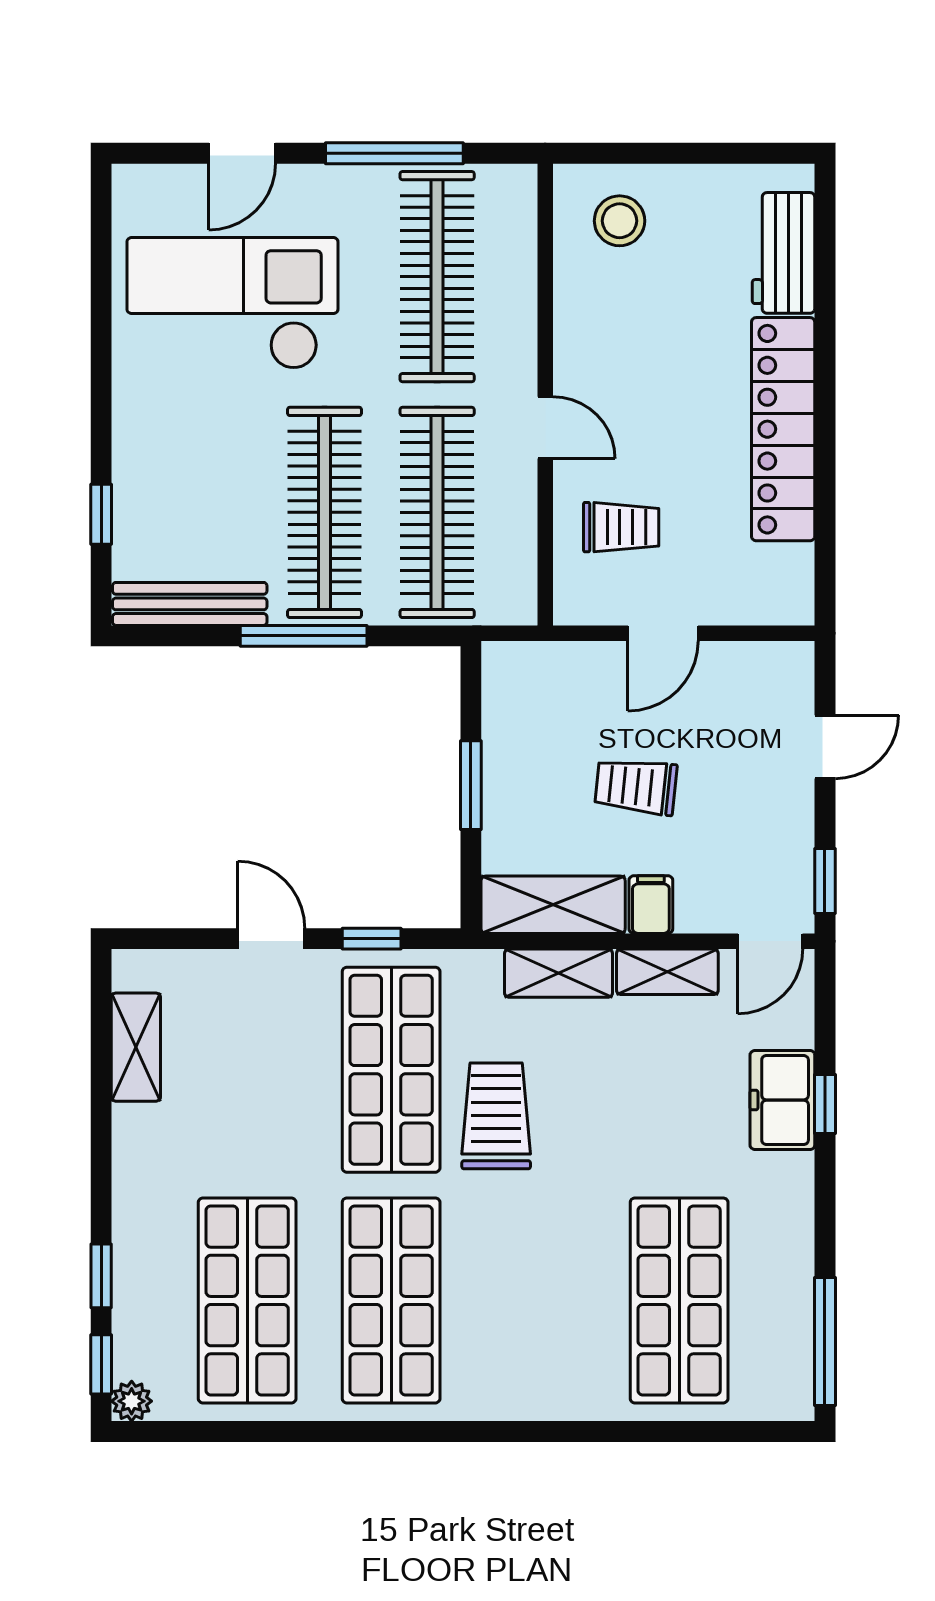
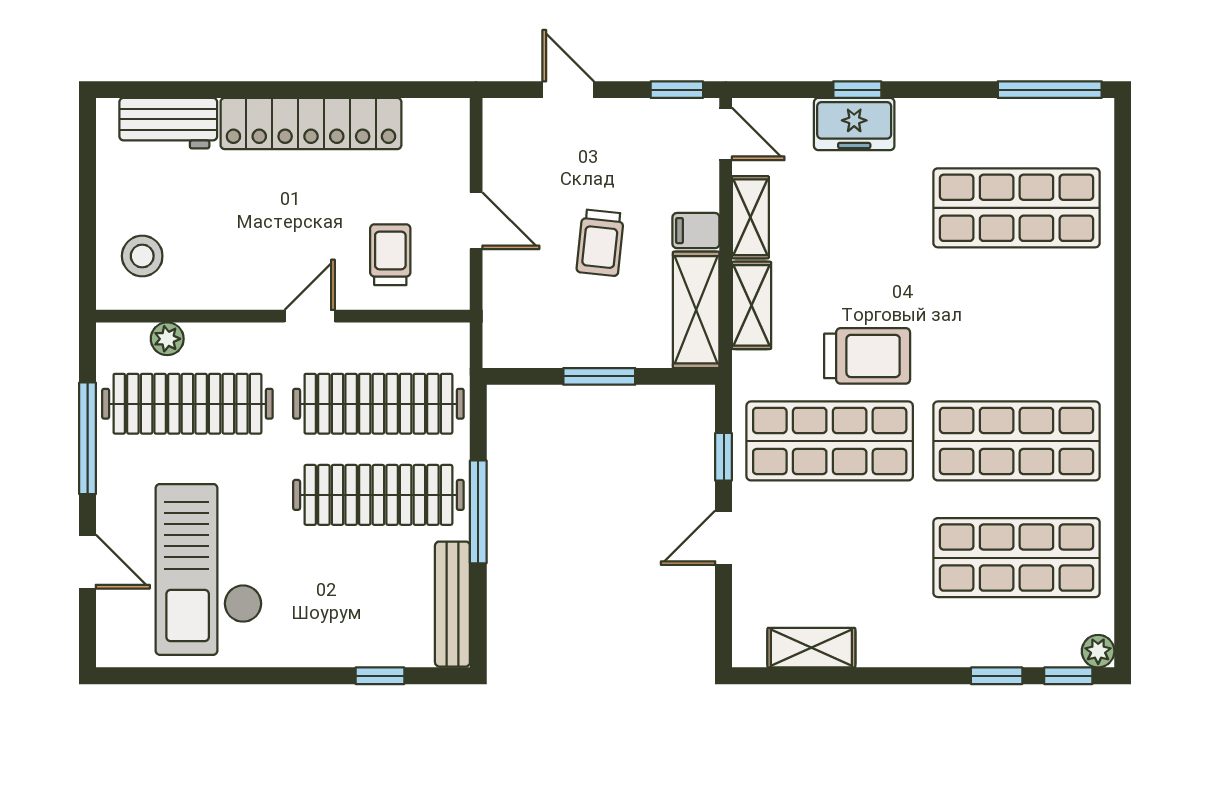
plant: (517, 252) -> (167, 339), added
trolley: (496, 1116) -> (867, 356), turned 180

